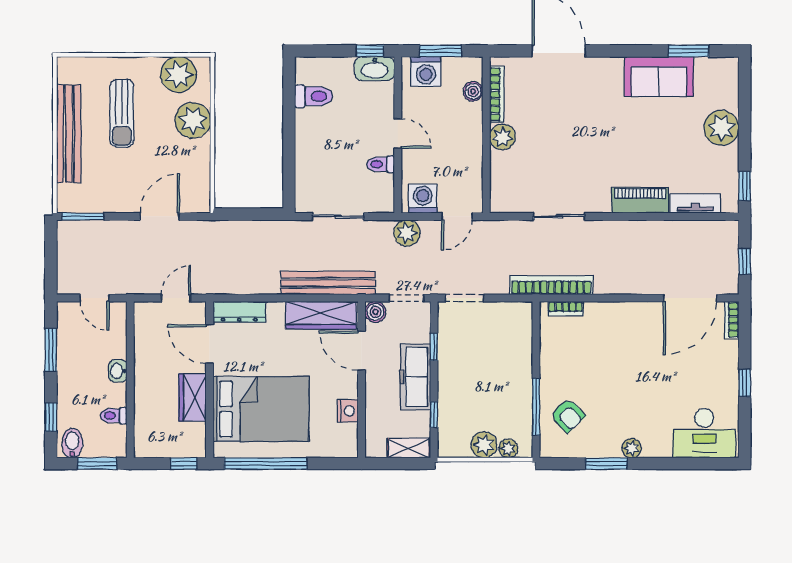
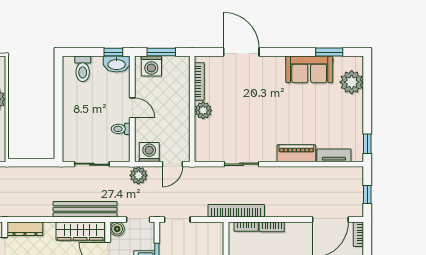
boiler: (473, 91) -> (183, 79), removed
toilet: (314, 96) -> (83, 69), moved, turned 90
plant: (721, 128) -> (352, 82), moved
bookcase: (604, 309) -> (272, 227), added

